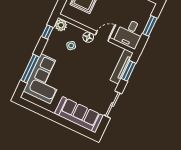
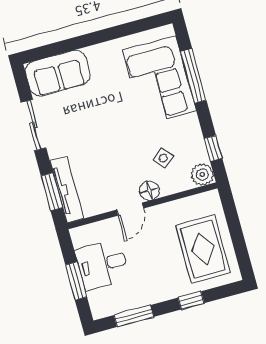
desk: (130, 33) -> (102, 264), moved, turned -90
sofa: (79, 115) -> (58, 73), width x0.73

